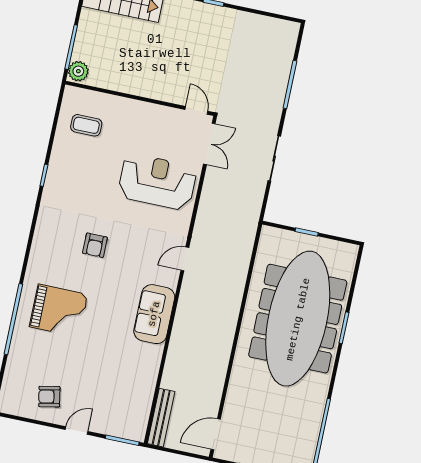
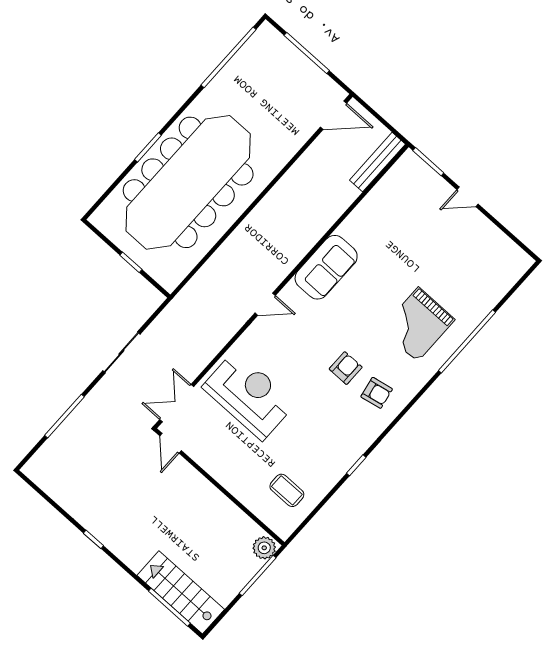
reception desk: (157, 182) -> (249, 395), turned 180
grand piano: (59, 311) -> (418, 324), turned -90
armchair: (49, 397) -> (377, 393), moved

